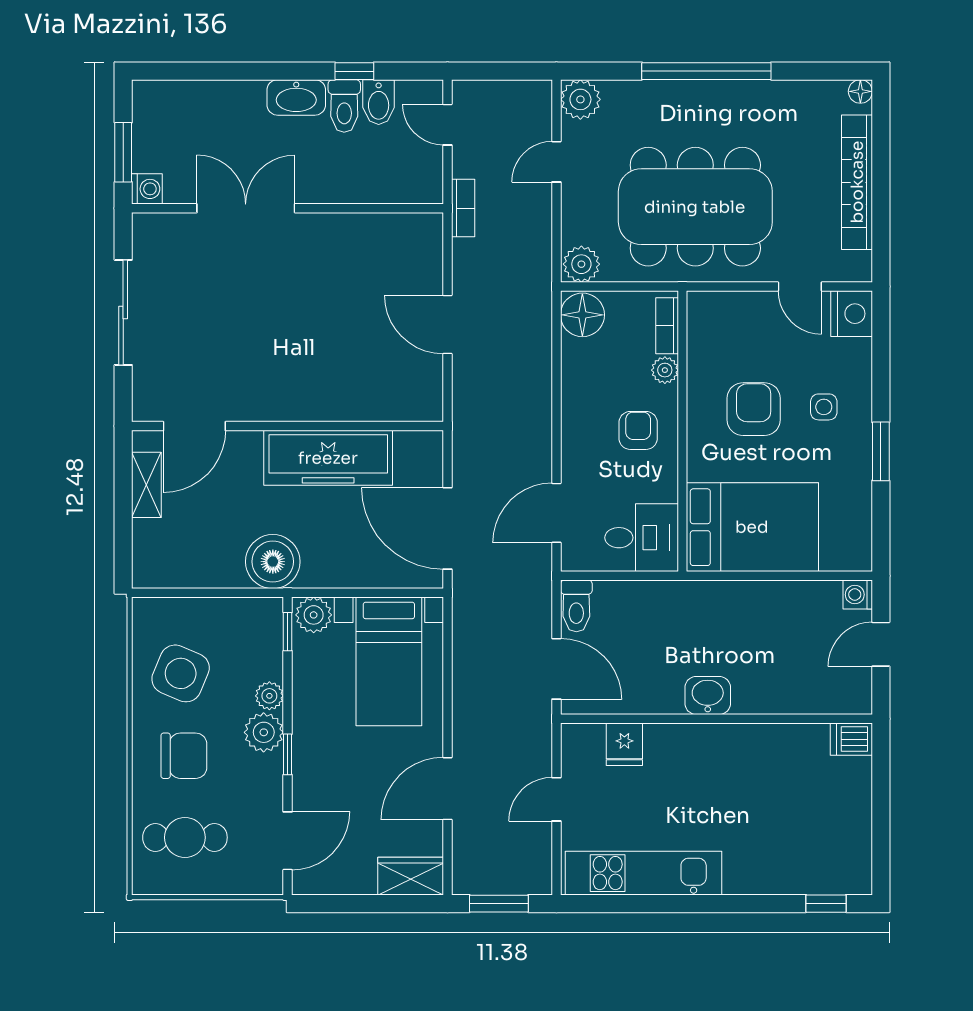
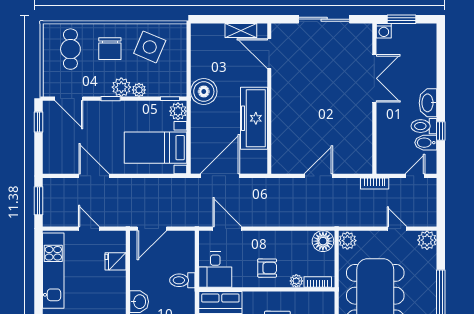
toilet: (576, 606) -> (182, 280), moved
wardrobe: (411, 876) -> (52, 158), removed
window: (336, 904) -> (39, 122), added

